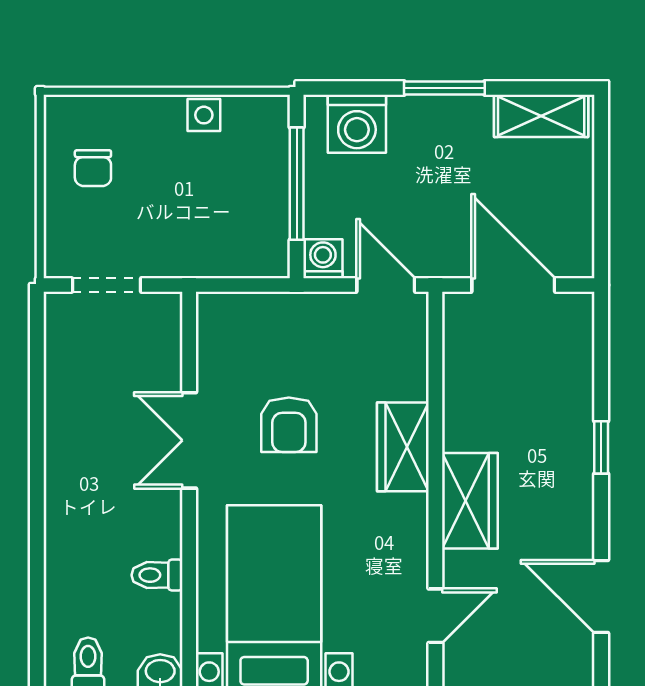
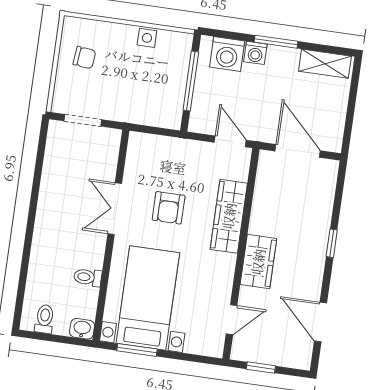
chair: (93, 168) -> (84, 58), turned -84
washing machine: (323, 259) -> (255, 53), moved, turned 180
wardrobe: (403, 447) -> (229, 216), width x1.50

